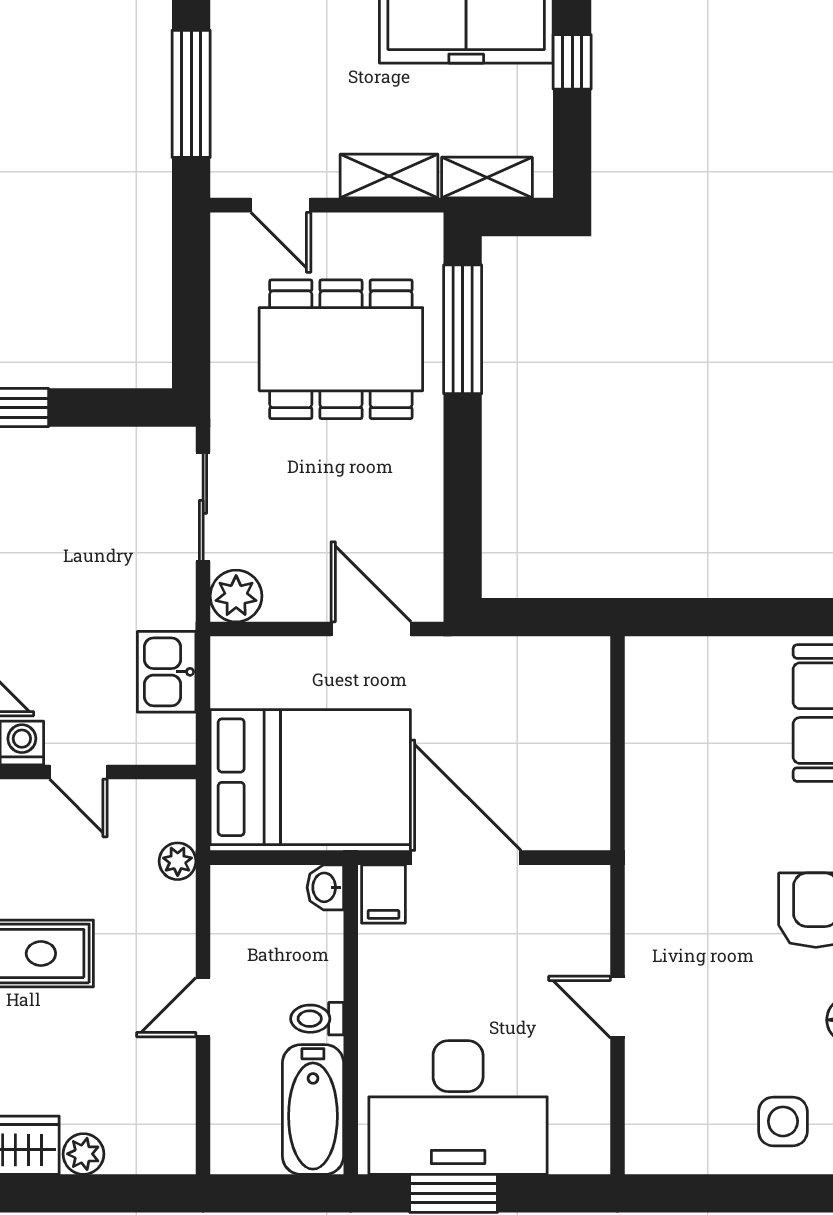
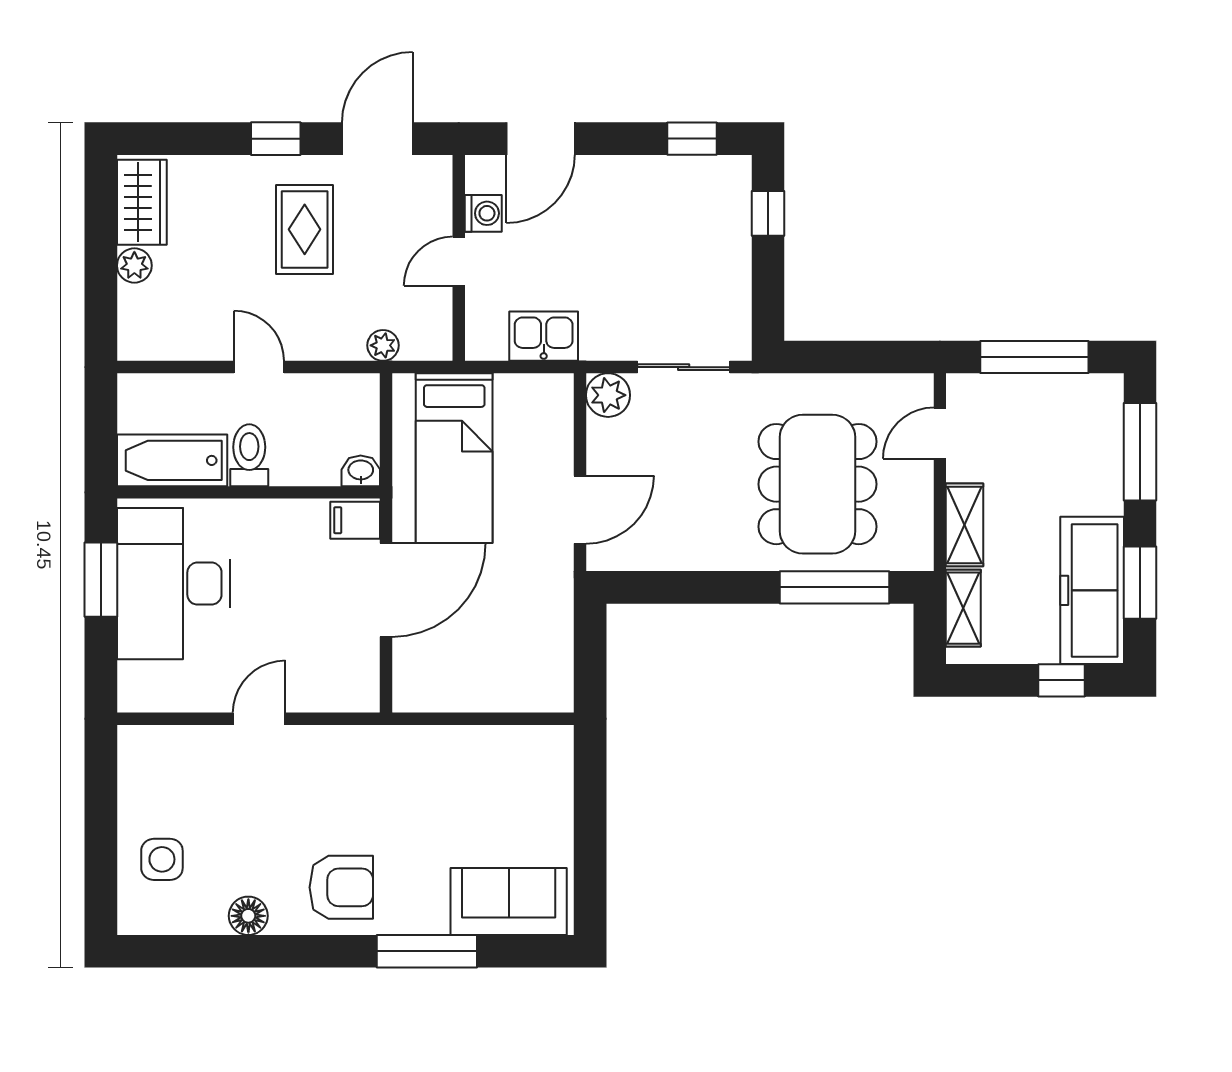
bed: (310, 777) -> (454, 458), width x0.67
toilet: (317, 1019) -> (249, 455), width x1.37, depth x1.39

